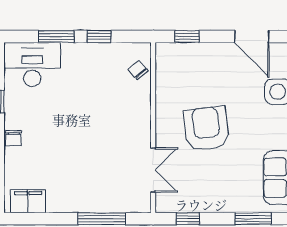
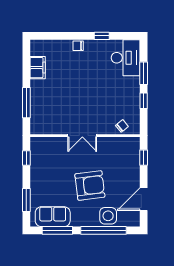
armchair: (206, 129) -> (90, 185), moved
double door: (153, 170) -> (82, 136), moved
filing cabinet: (28, 201) -> (38, 68), moved

